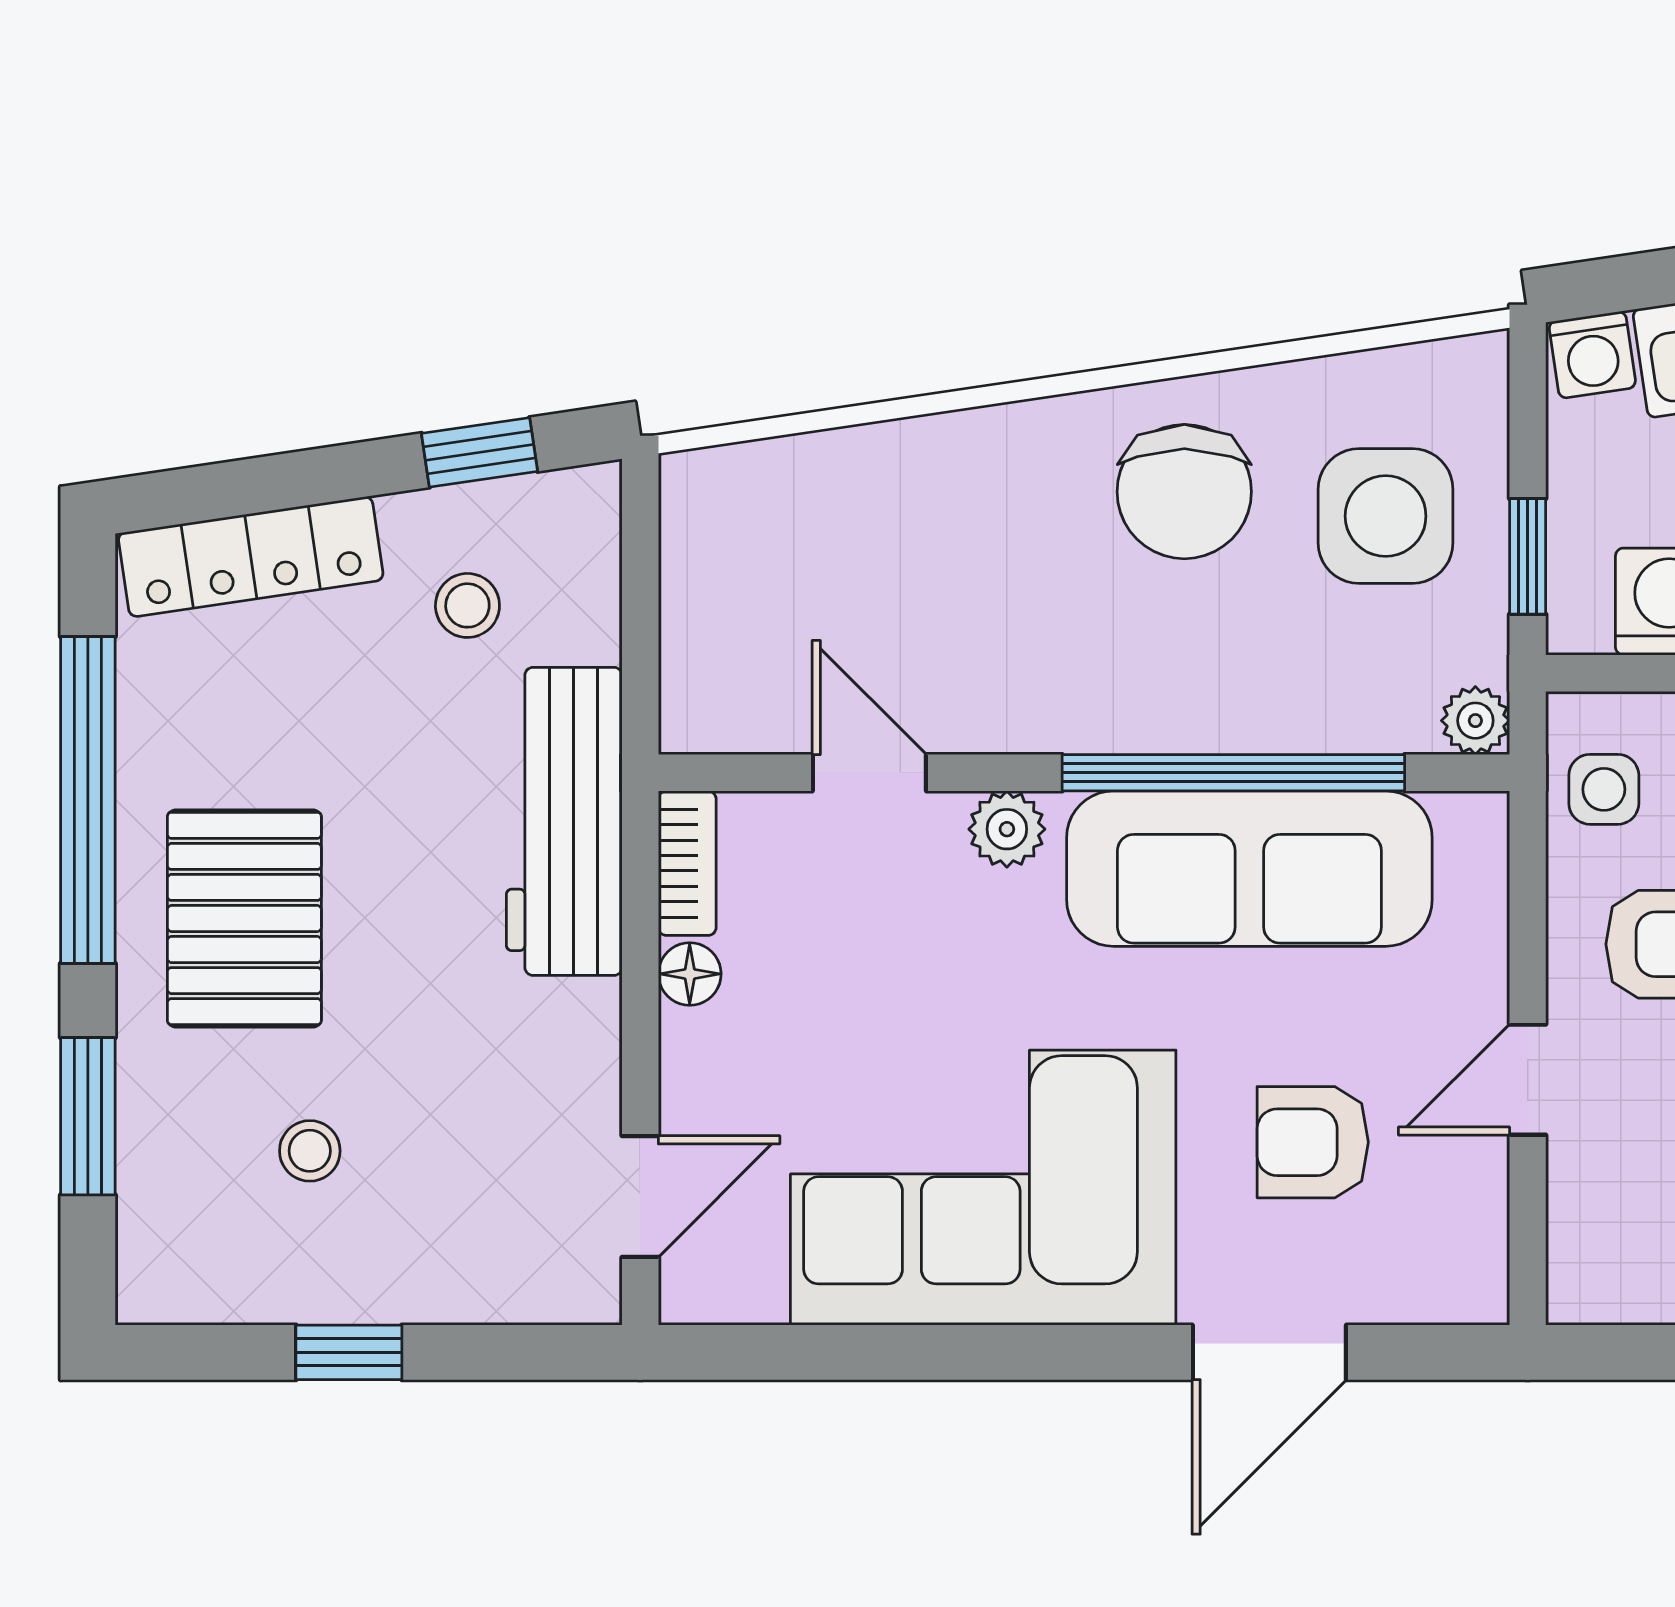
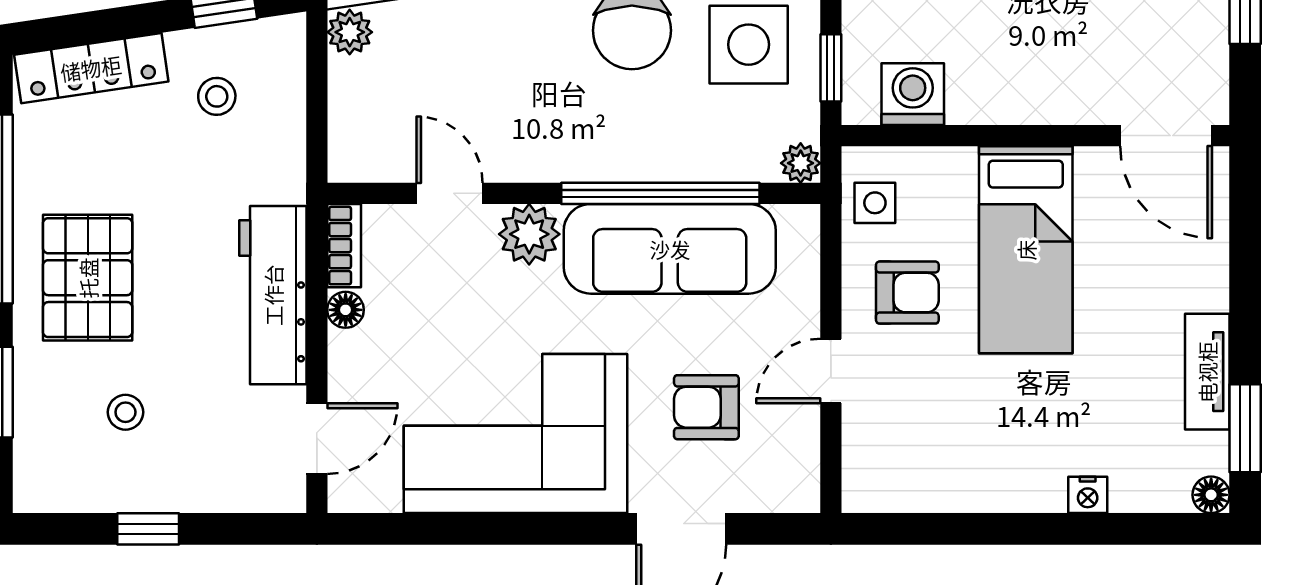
plant: (697, 495) -> (350, 32), added
workbench: (564, 821) -> (273, 295), moved
plant: (1007, 829) -> (529, 234), width x1.38, depth x1.38

